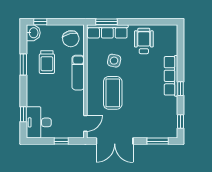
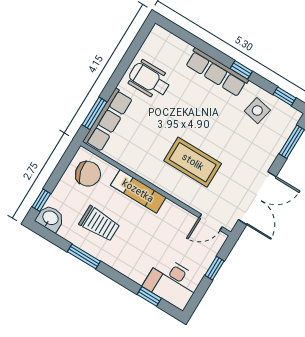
side table: (114, 61) -> (257, 111), moved
door: (85, 123) -> (211, 222), swing flipped

